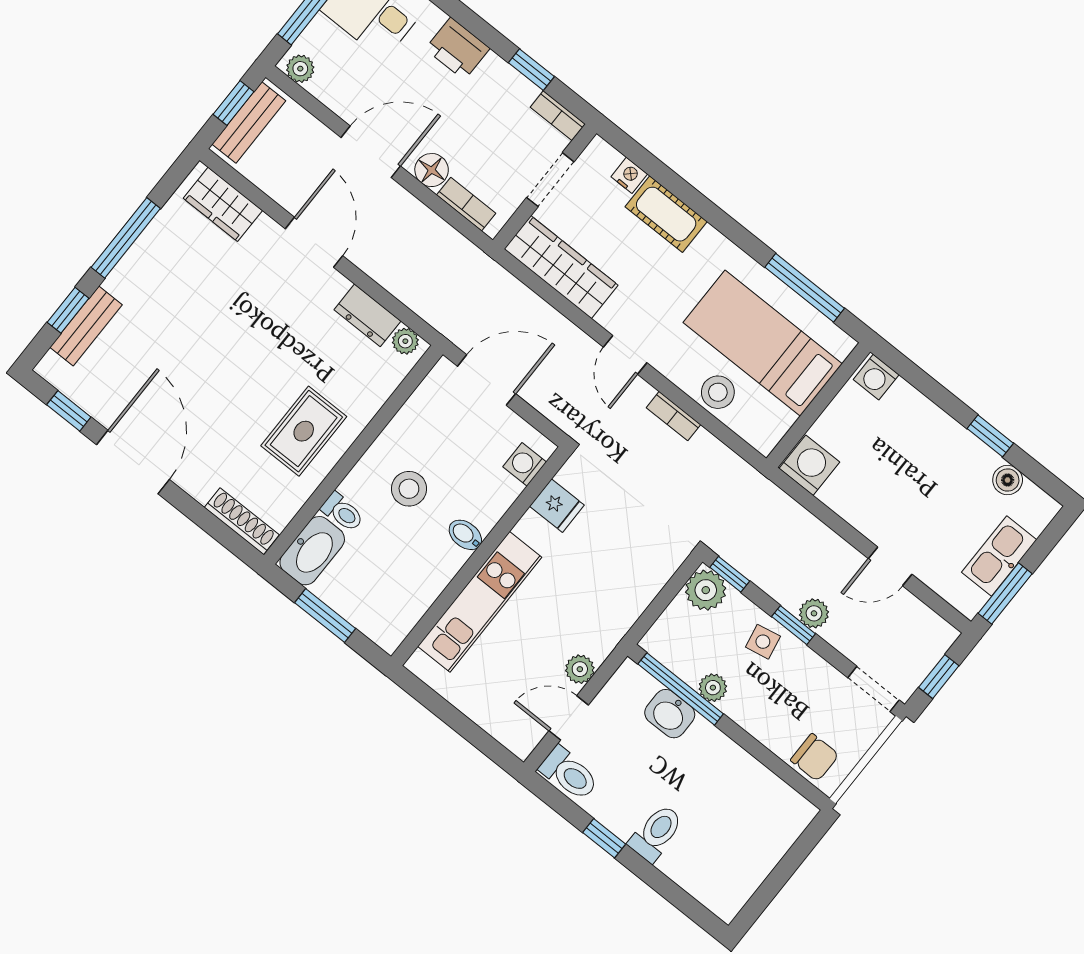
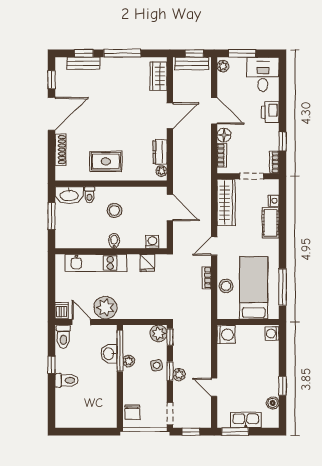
shoe rack: (242, 521) -> (60, 150), moved
plant: (580, 669) -> (105, 308), width x1.88, depth x1.88
dishwasher: (518, 738) -> (62, 311), added

